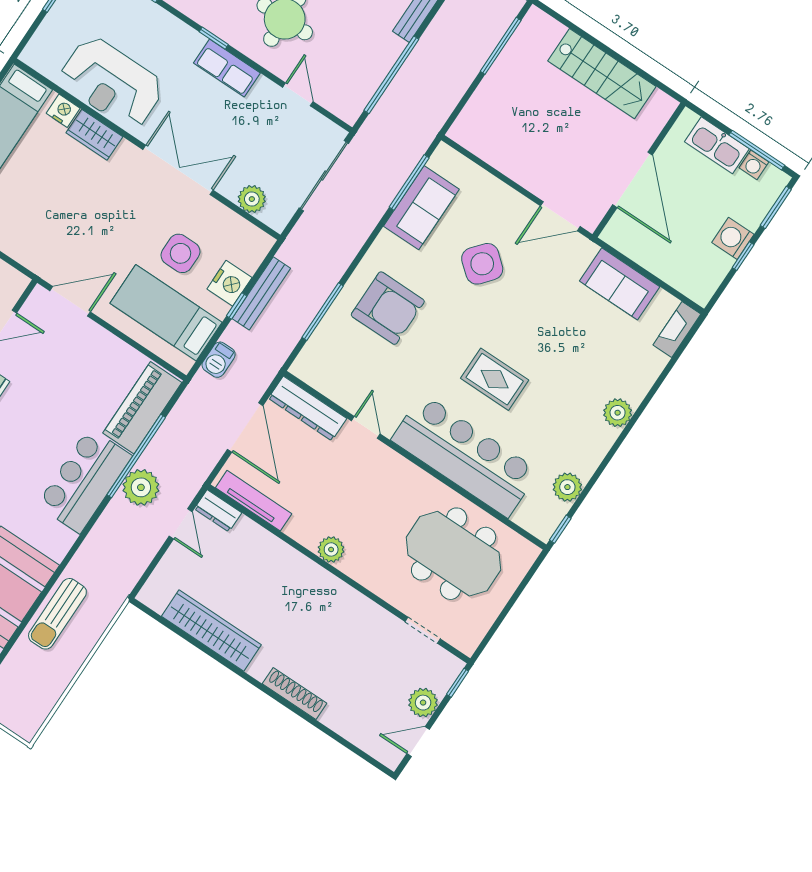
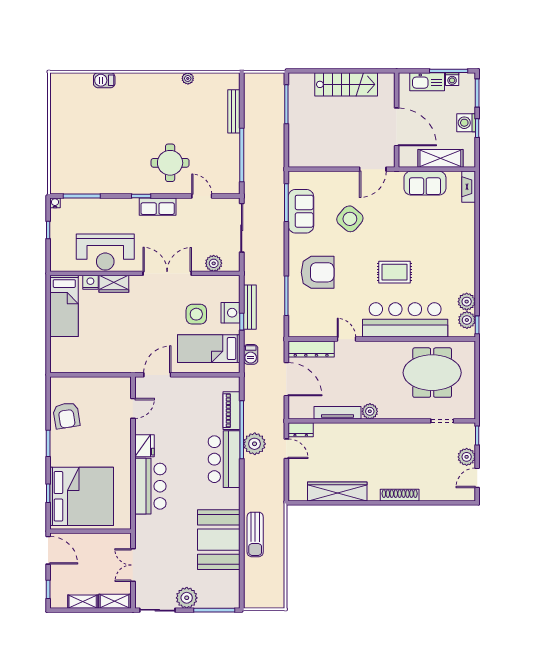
shelving: (664, 264) -> (440, 158), added
piano: (142, 408) -> (231, 411), width x0.73, depth x0.75
plant: (618, 413) -> (467, 320), moved
tv unit: (254, 501) -> (337, 413), moved

